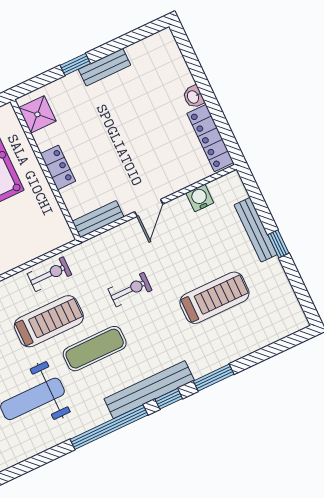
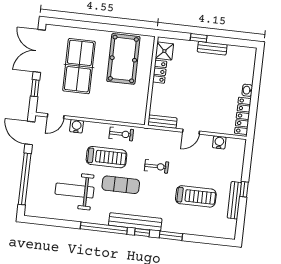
locker: (58, 167) -> (160, 72), moved
bench: (256, 230) -> (234, 200), moved

